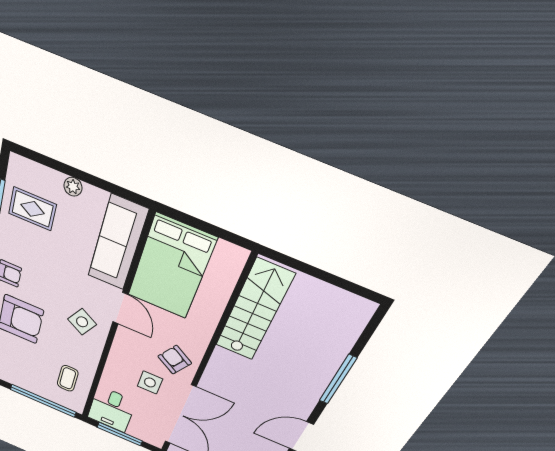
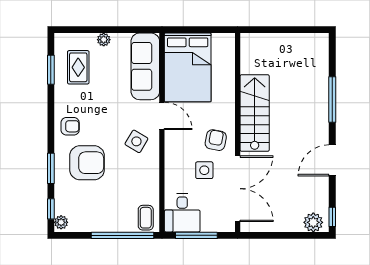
rug: (32, 209) -> (78, 67), turned 90
stairs: (254, 311) -> (255, 113), moved
armchair: (175, 360) -> (216, 140), turned 69
coffee table: (68, 378) -> (146, 218), moved

